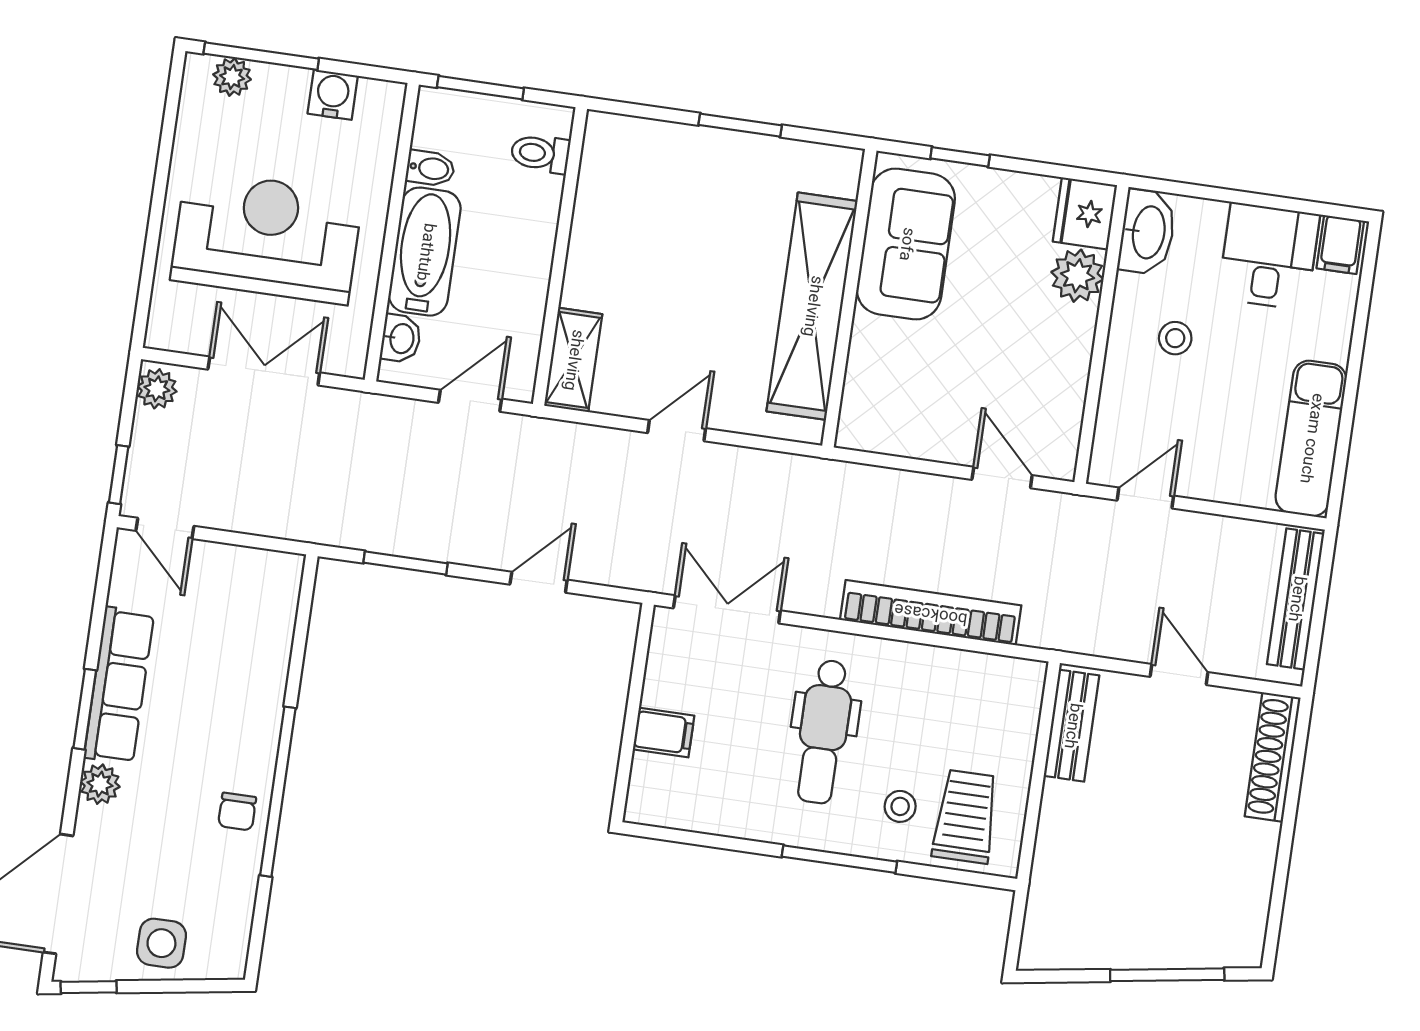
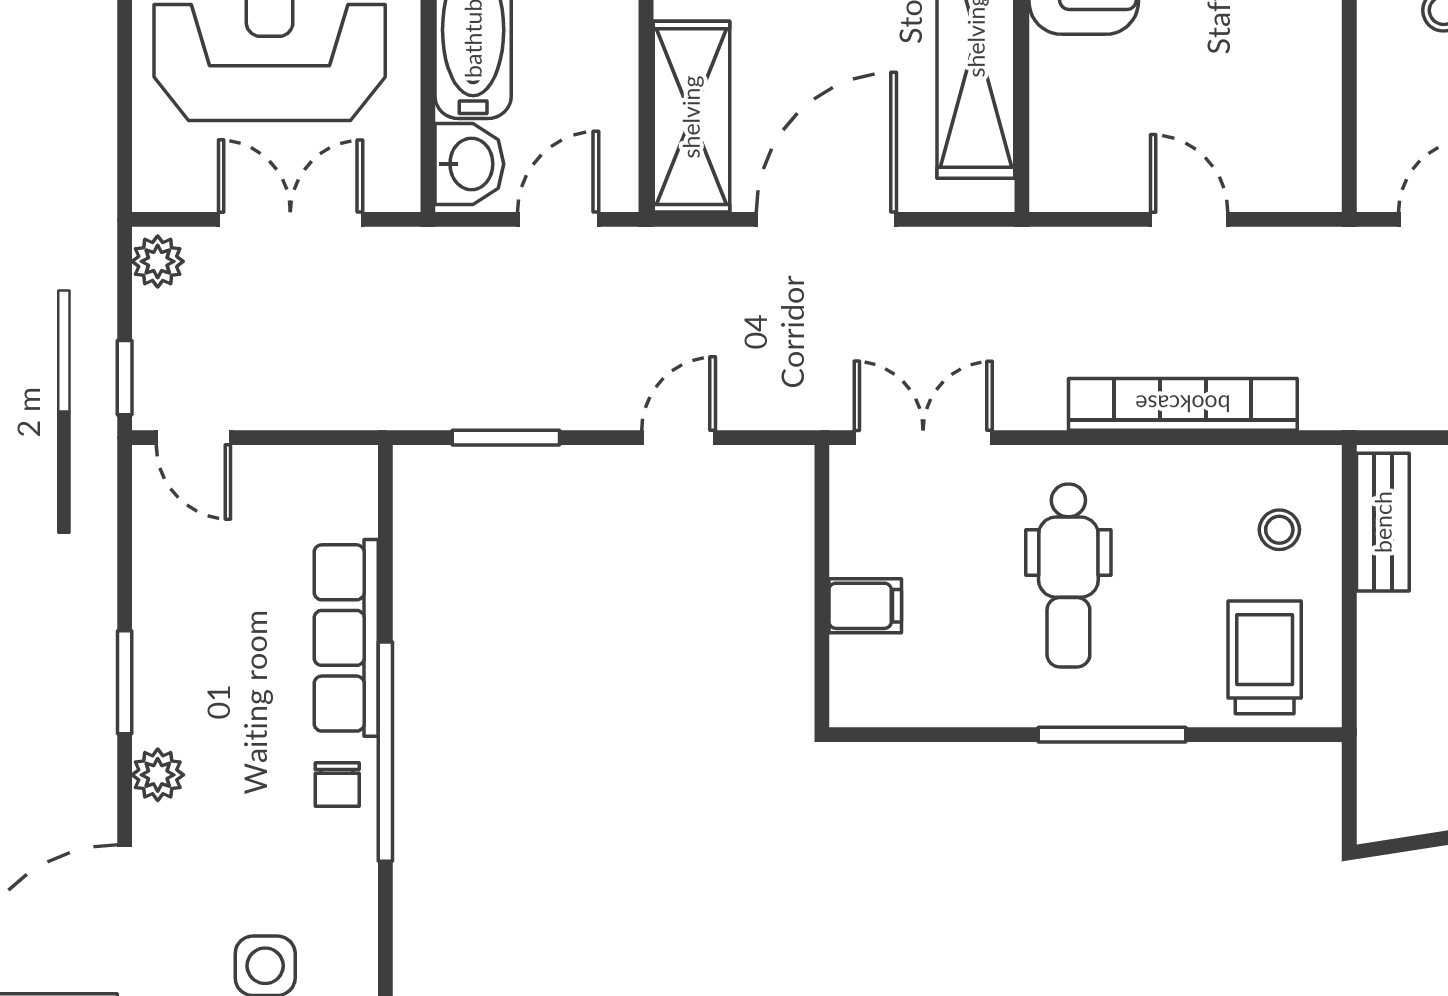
washbasin: (401, 338) -> (469, 164), width x1.38, depth x1.45
shelving: (573, 360) -> (691, 117), width x1.50, depth x1.33
door: (677, 431) -> (826, 219), width x1.88
door: (1002, 477) -> (1189, 219), moved
row of seats: (119, 685) -> (346, 638), moved, turned 180
stool: (900, 806) -> (1279, 530), moved

